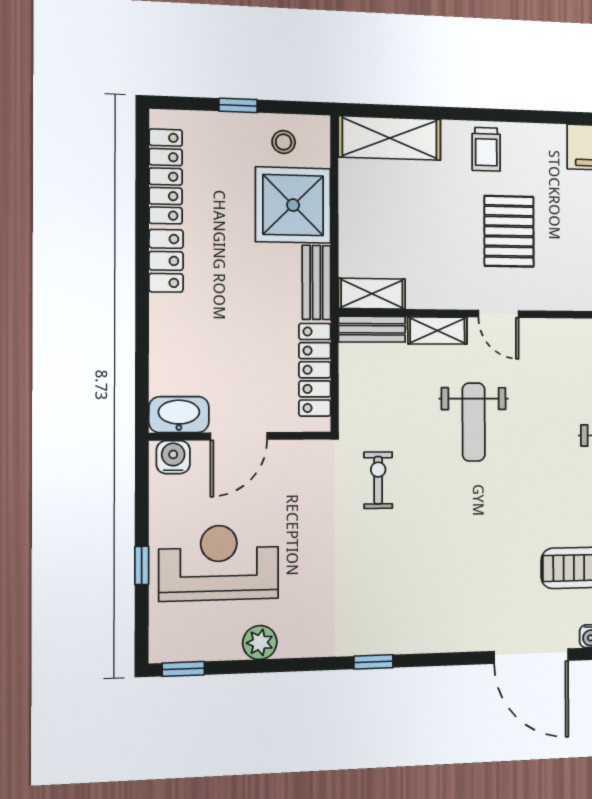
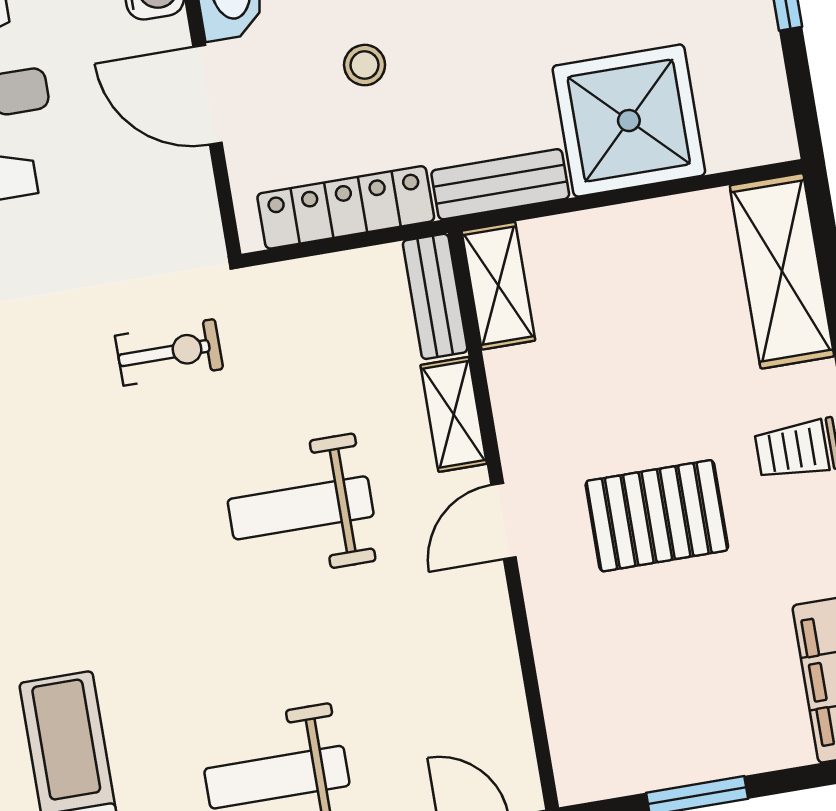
stool: (284, 142) -> (365, 65), moved

